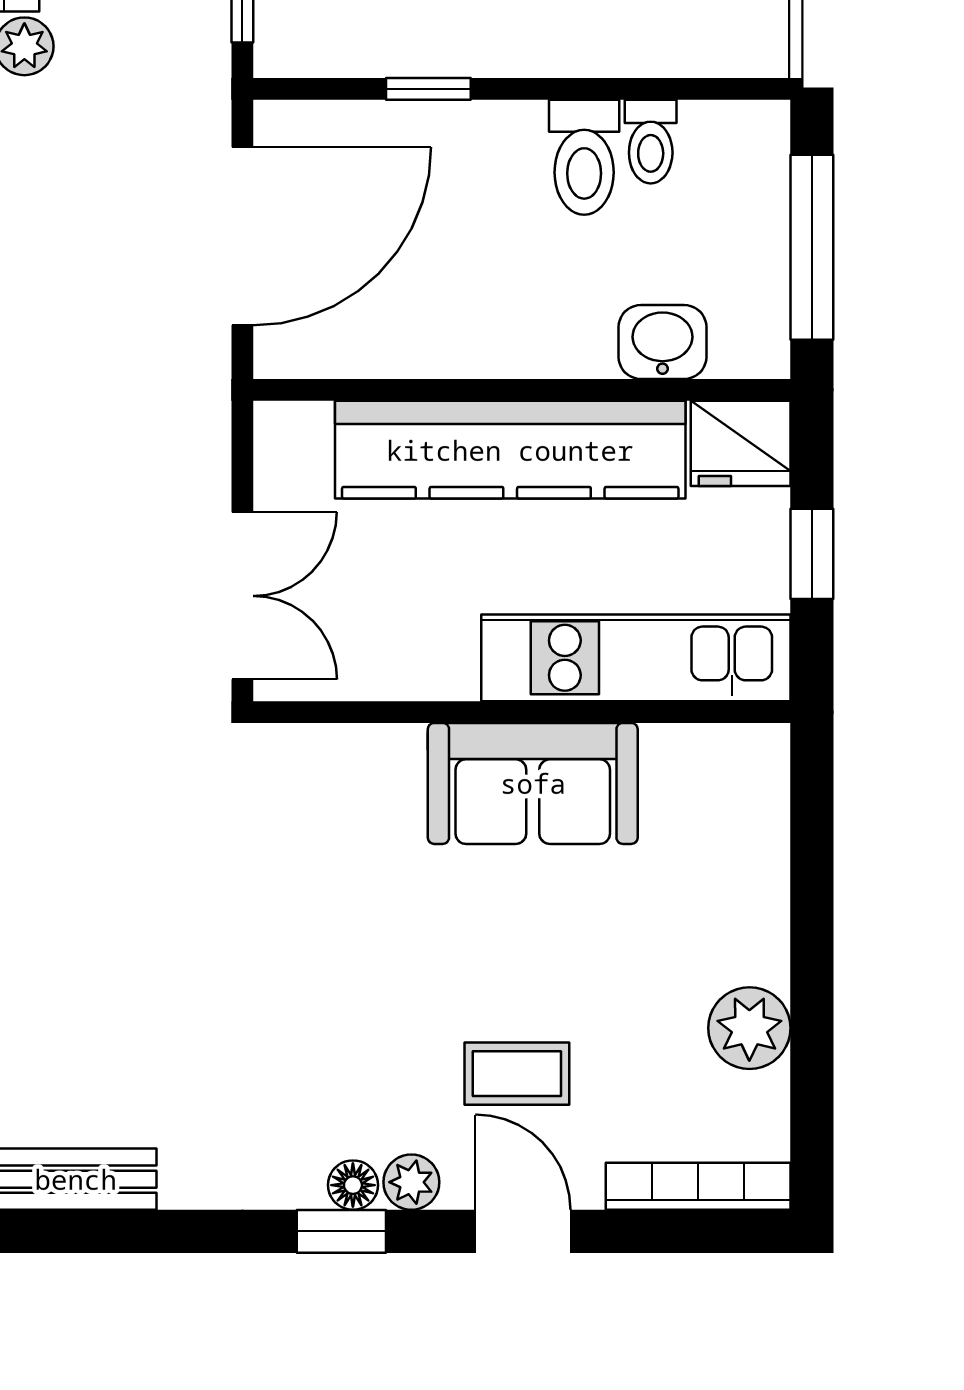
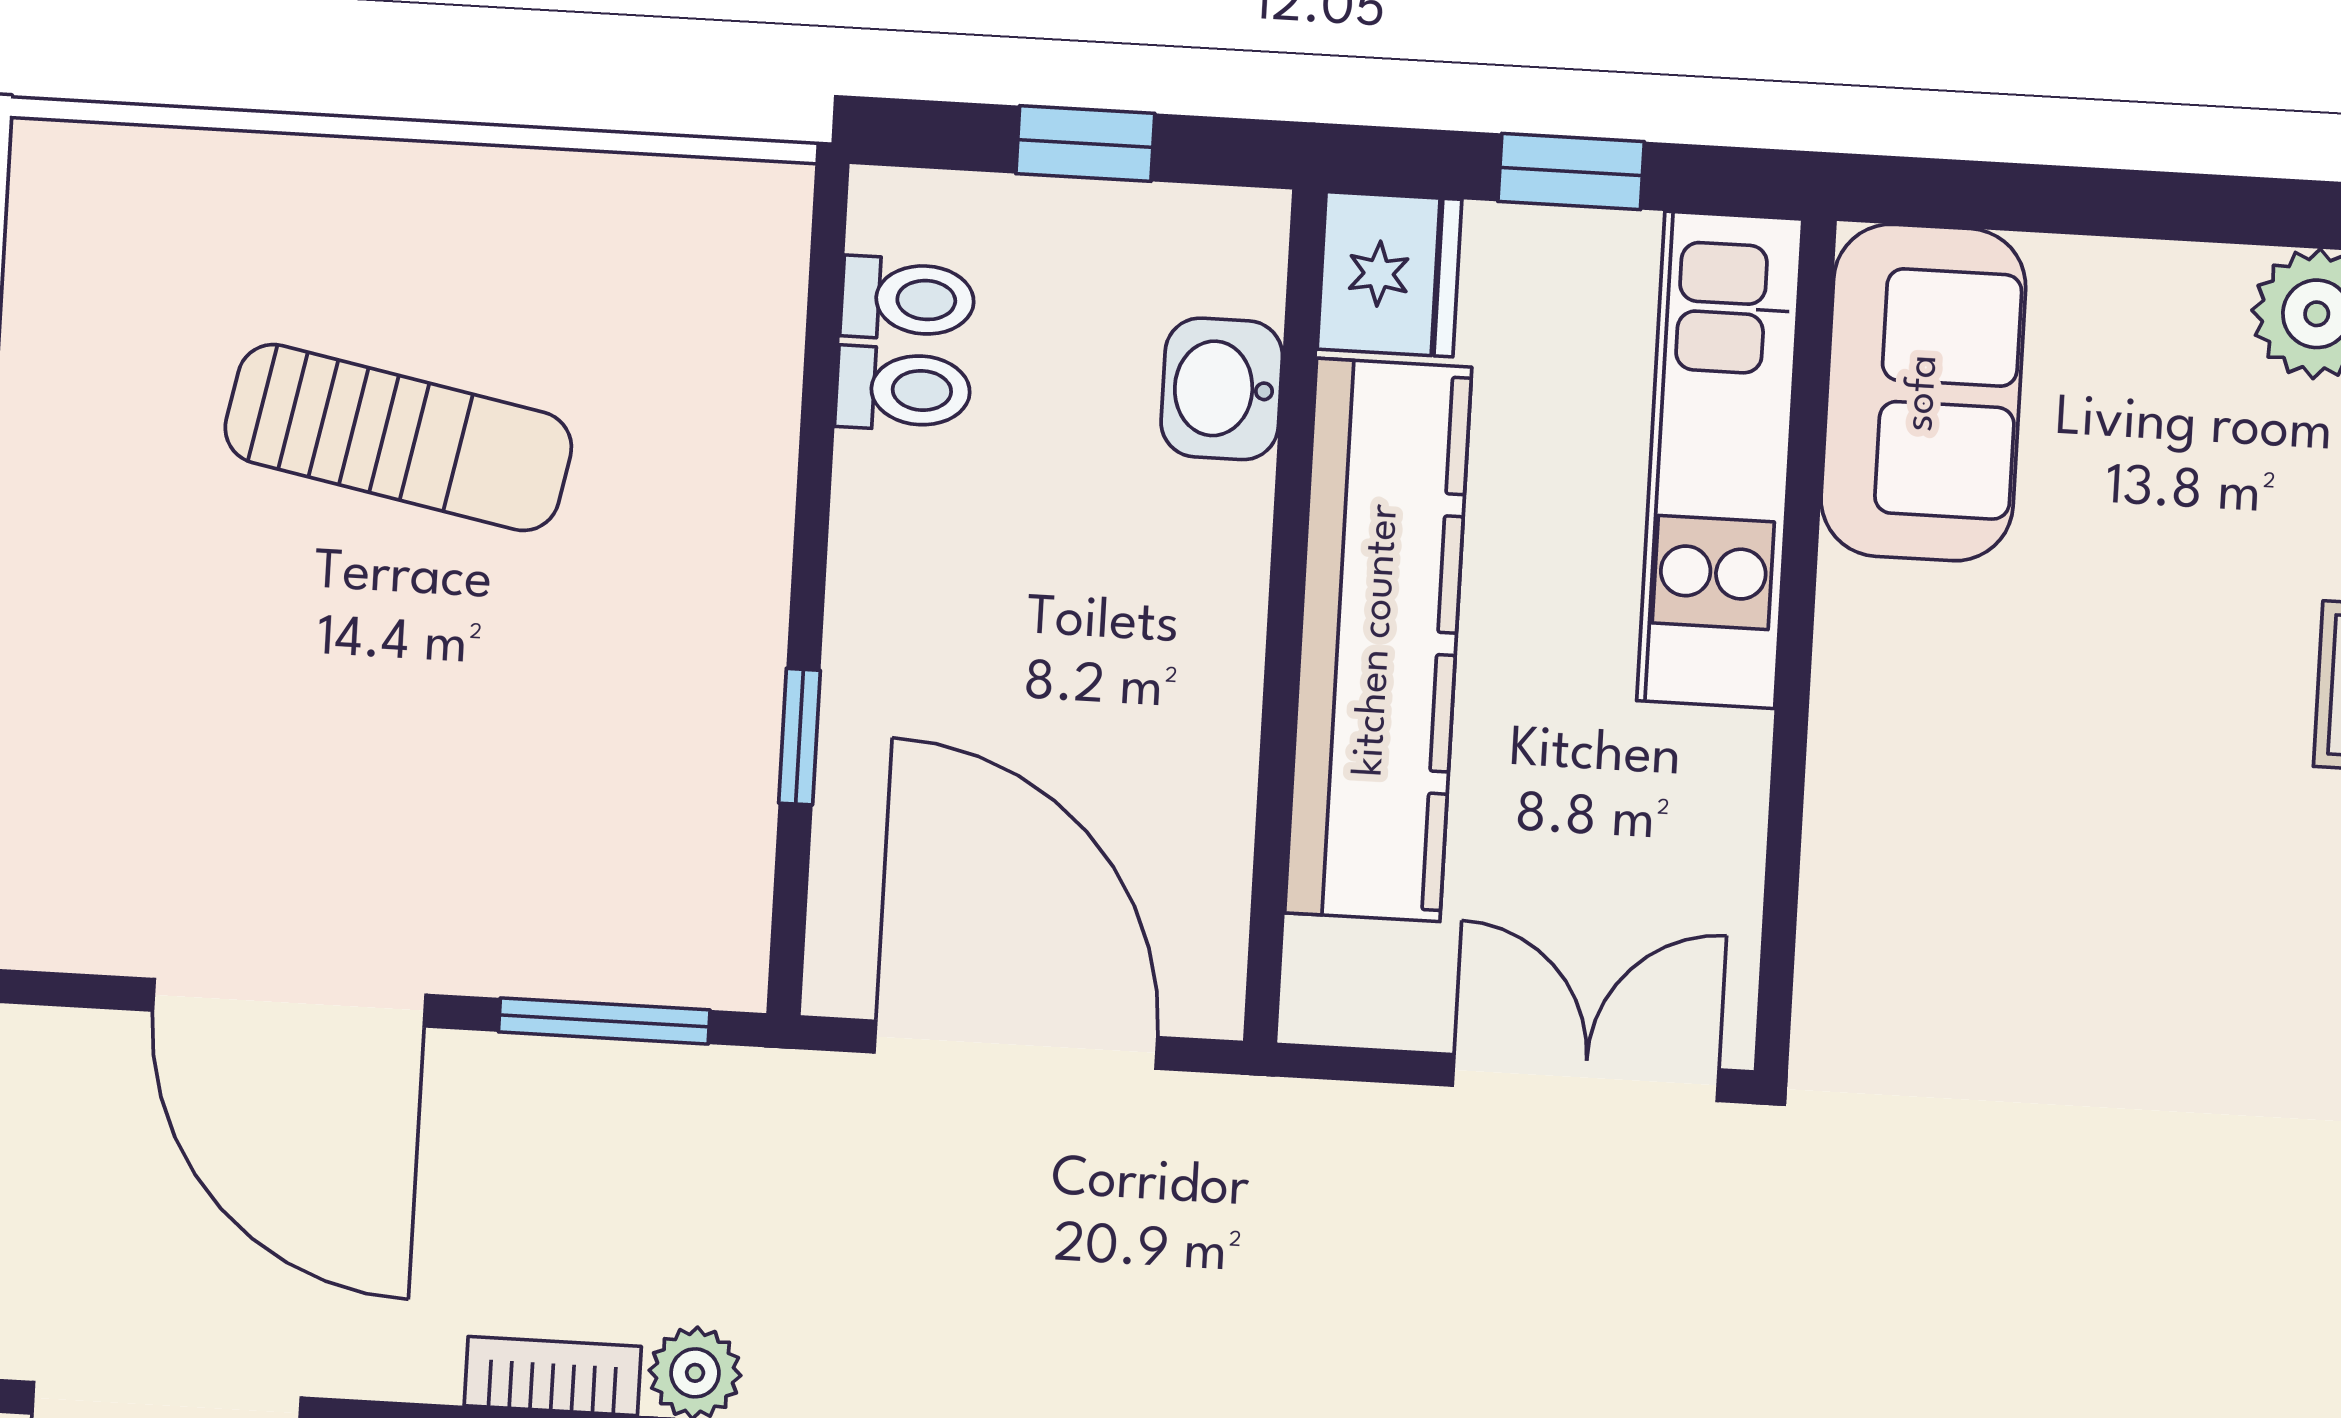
toilet: (584, 157) -> (908, 299), moved, width x0.73, depth x0.72
window: (812, 247) -> (1085, 143), width x0.46
sofa: (533, 783) -> (1923, 393), moved

